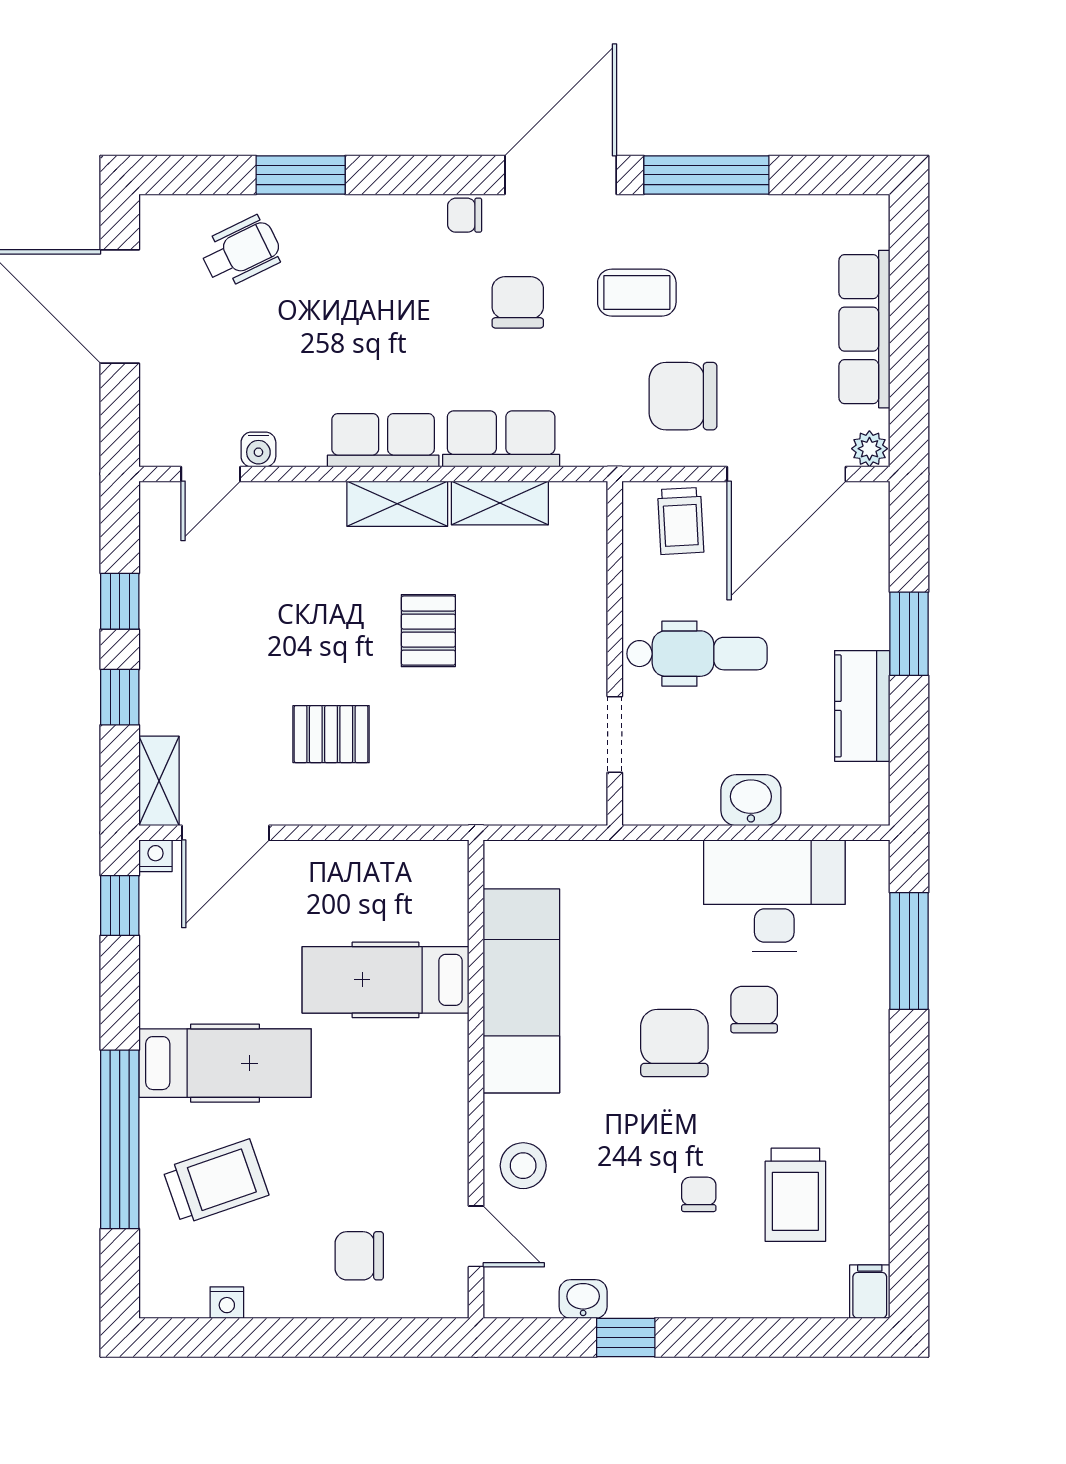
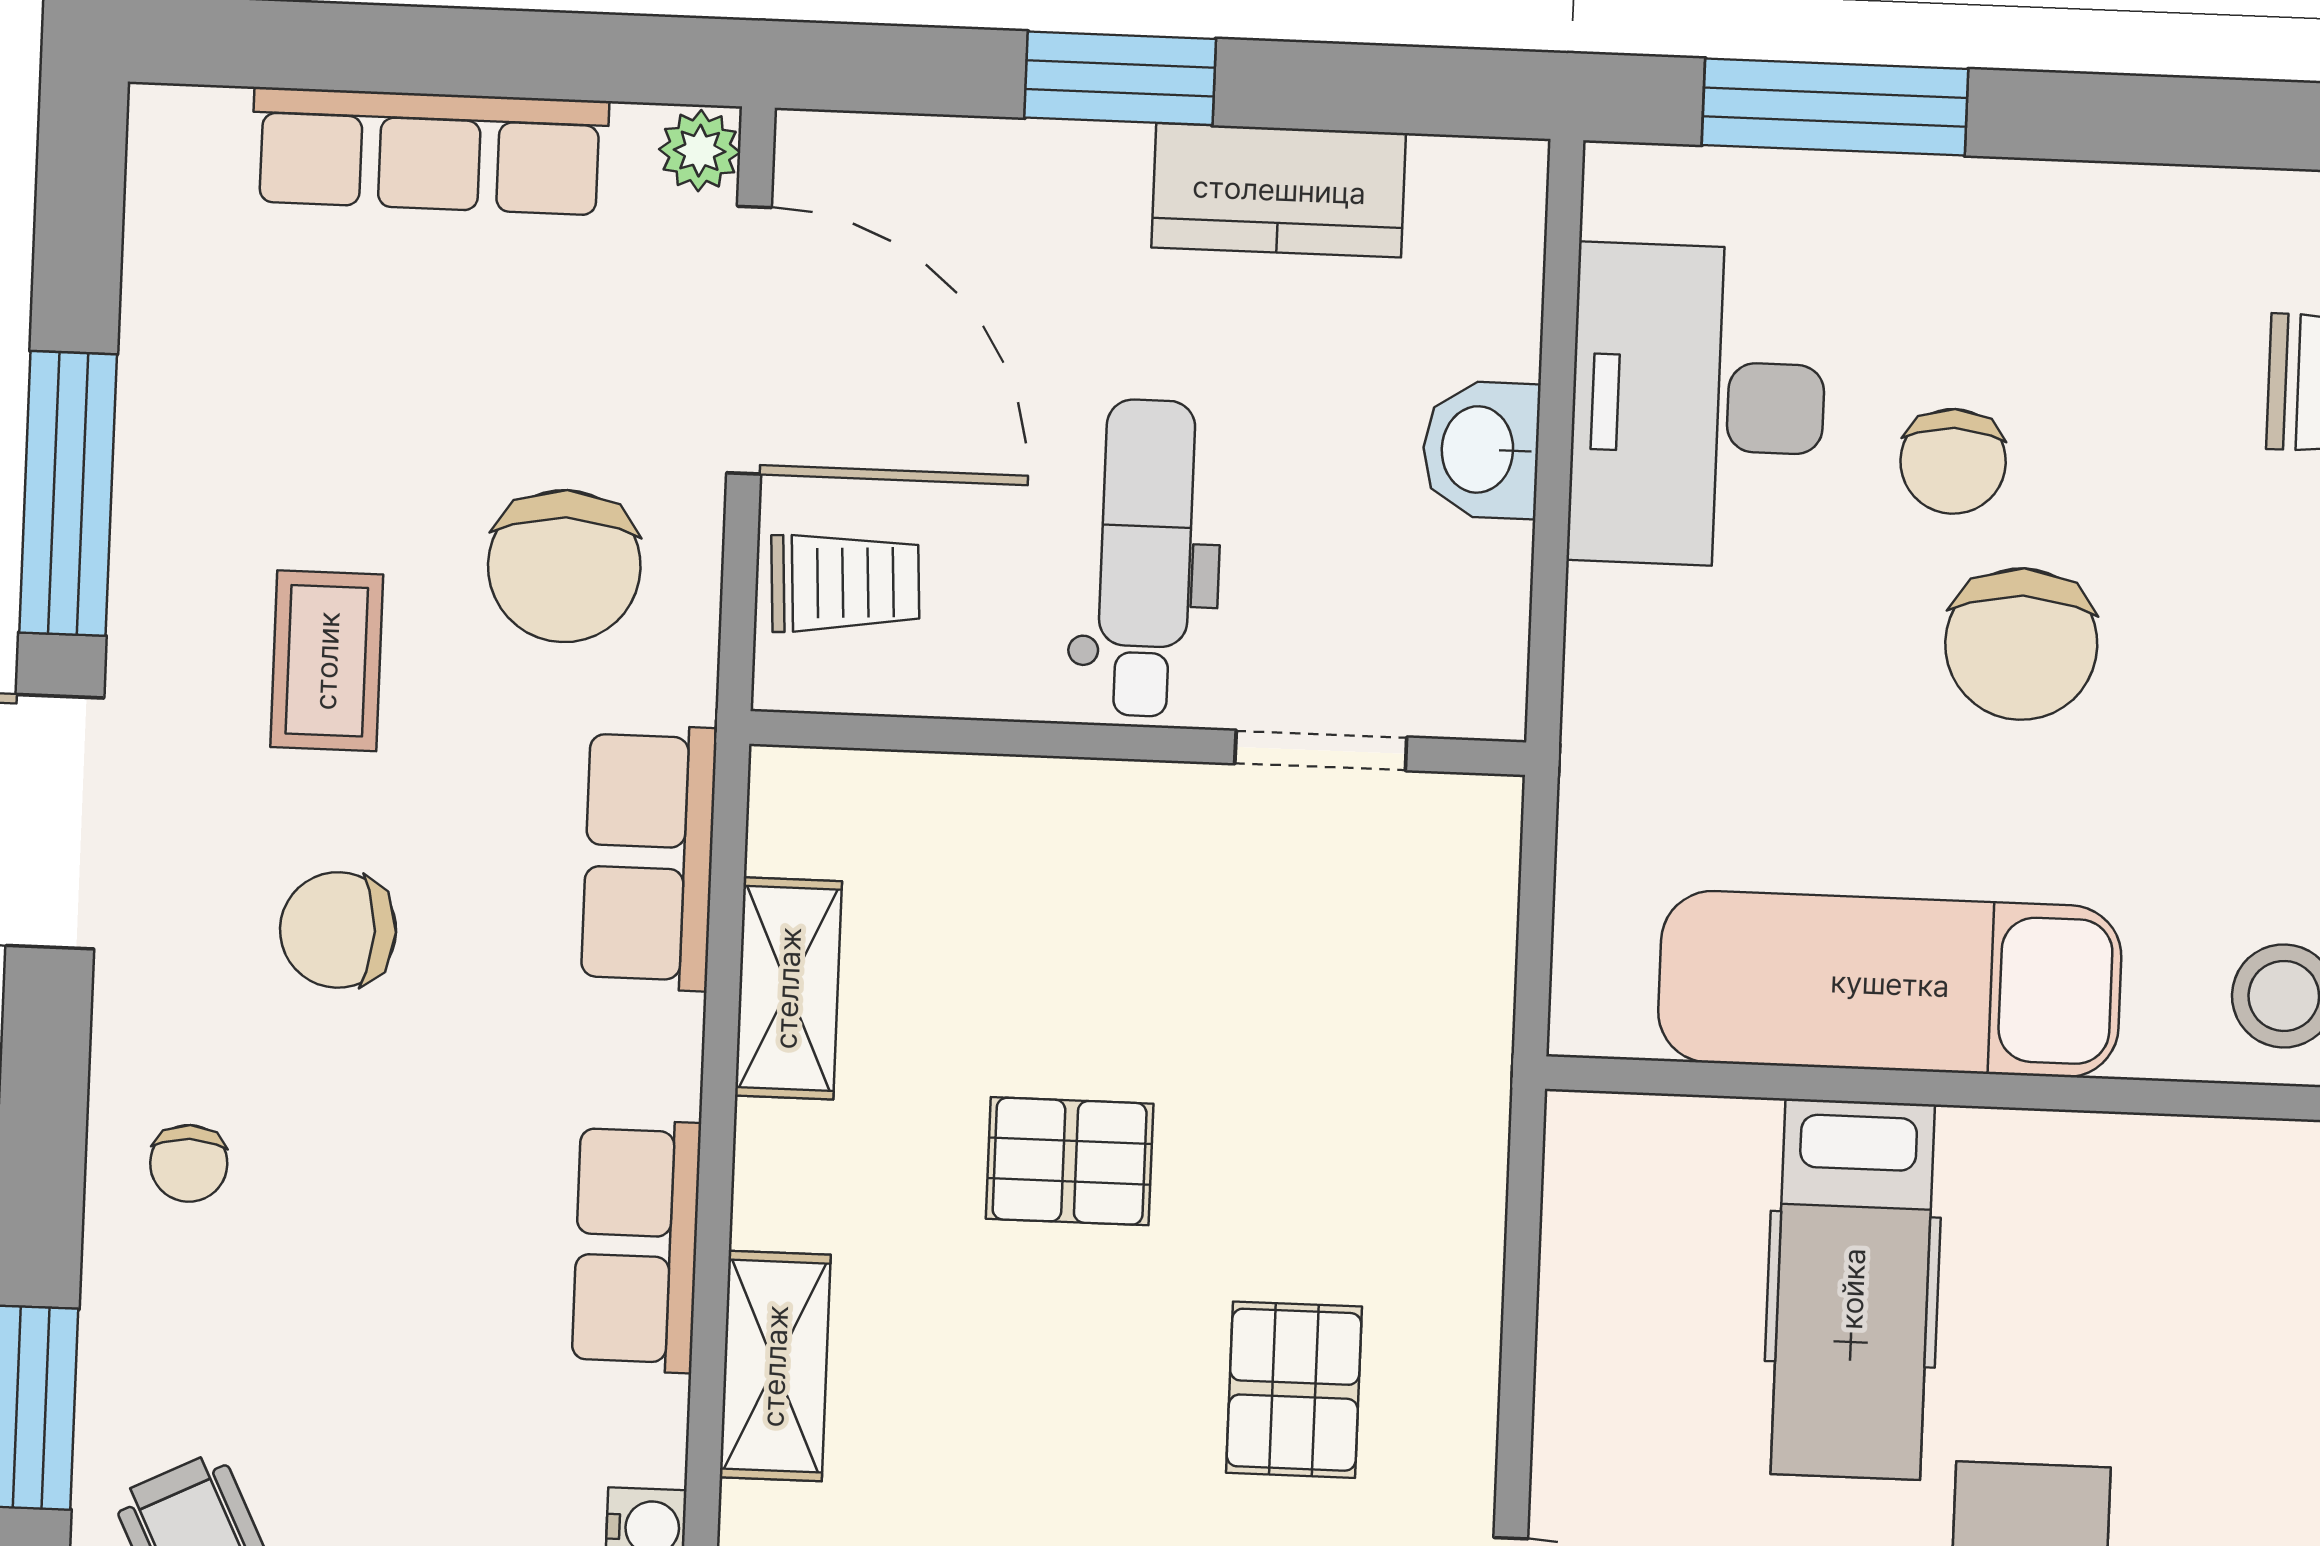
chair: (465, 215) -> (189, 1163), moved
row of seats: (501, 439) -> (649, 857), moved
shelving: (397, 504) -> (775, 1366), moved
chair: (754, 1010) -> (1953, 461), turned -90
chair: (674, 1043) -> (2021, 644), turned -90

